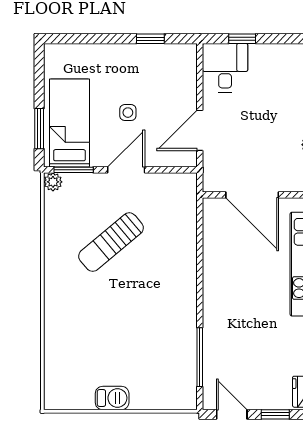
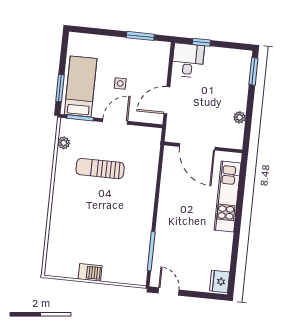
window: (150, 39) -> (140, 36), width x1.50
plant: (53, 182) -> (64, 143), moved
sun lounger: (111, 242) -> (100, 169), turned 40
window: (275, 414) -> (198, 294), removed

